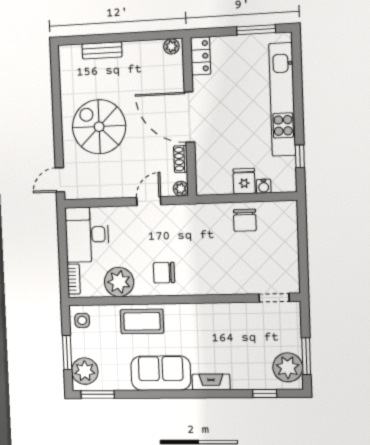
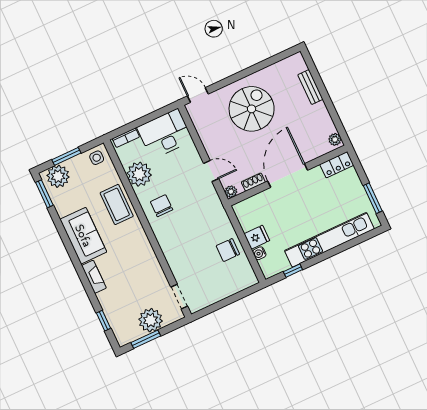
plant: (288, 367) -> (151, 320), moved

